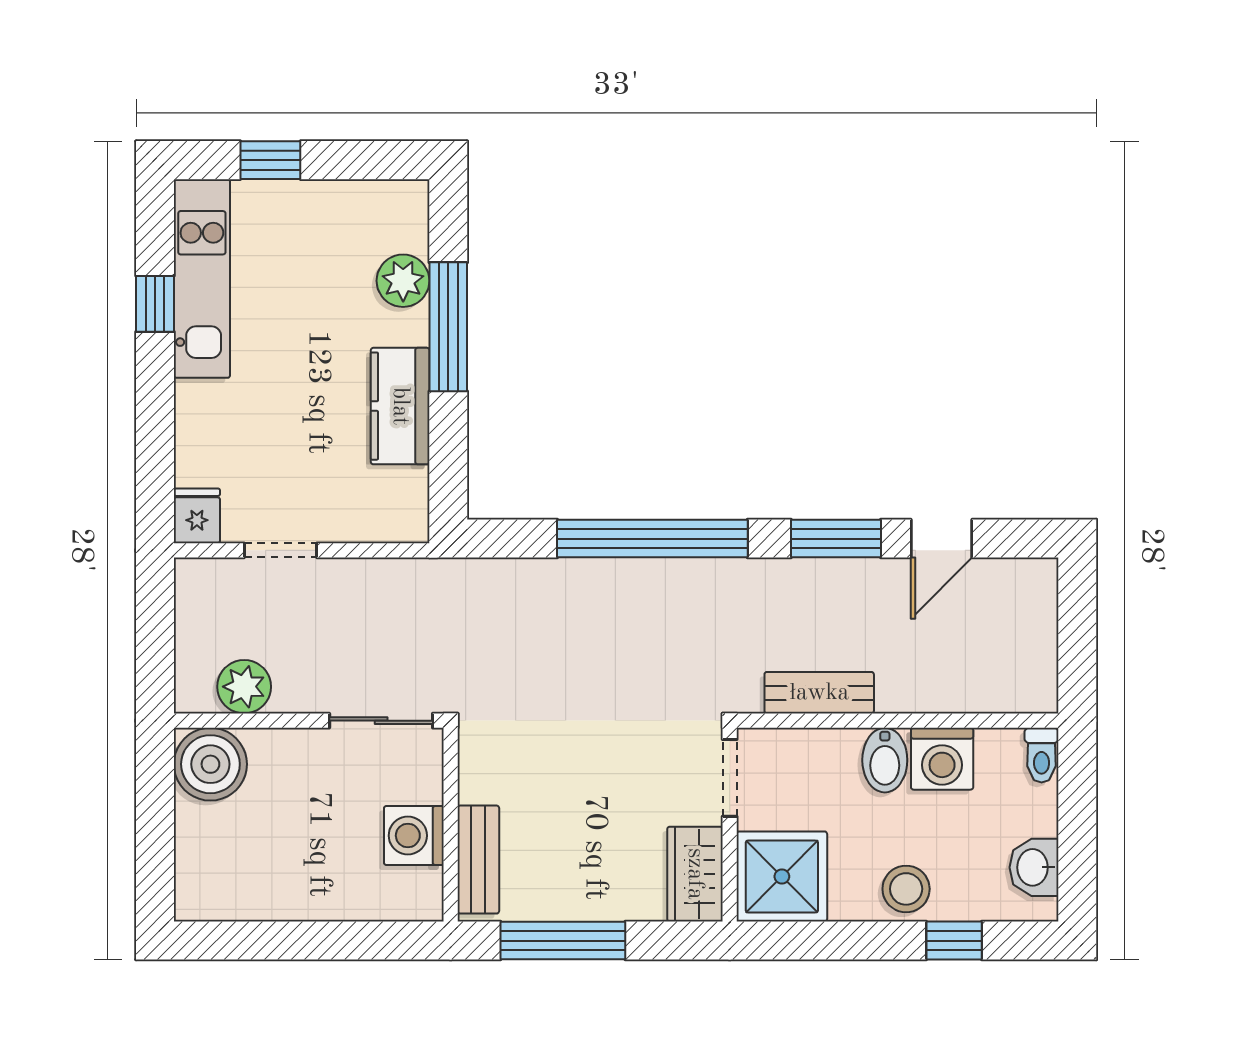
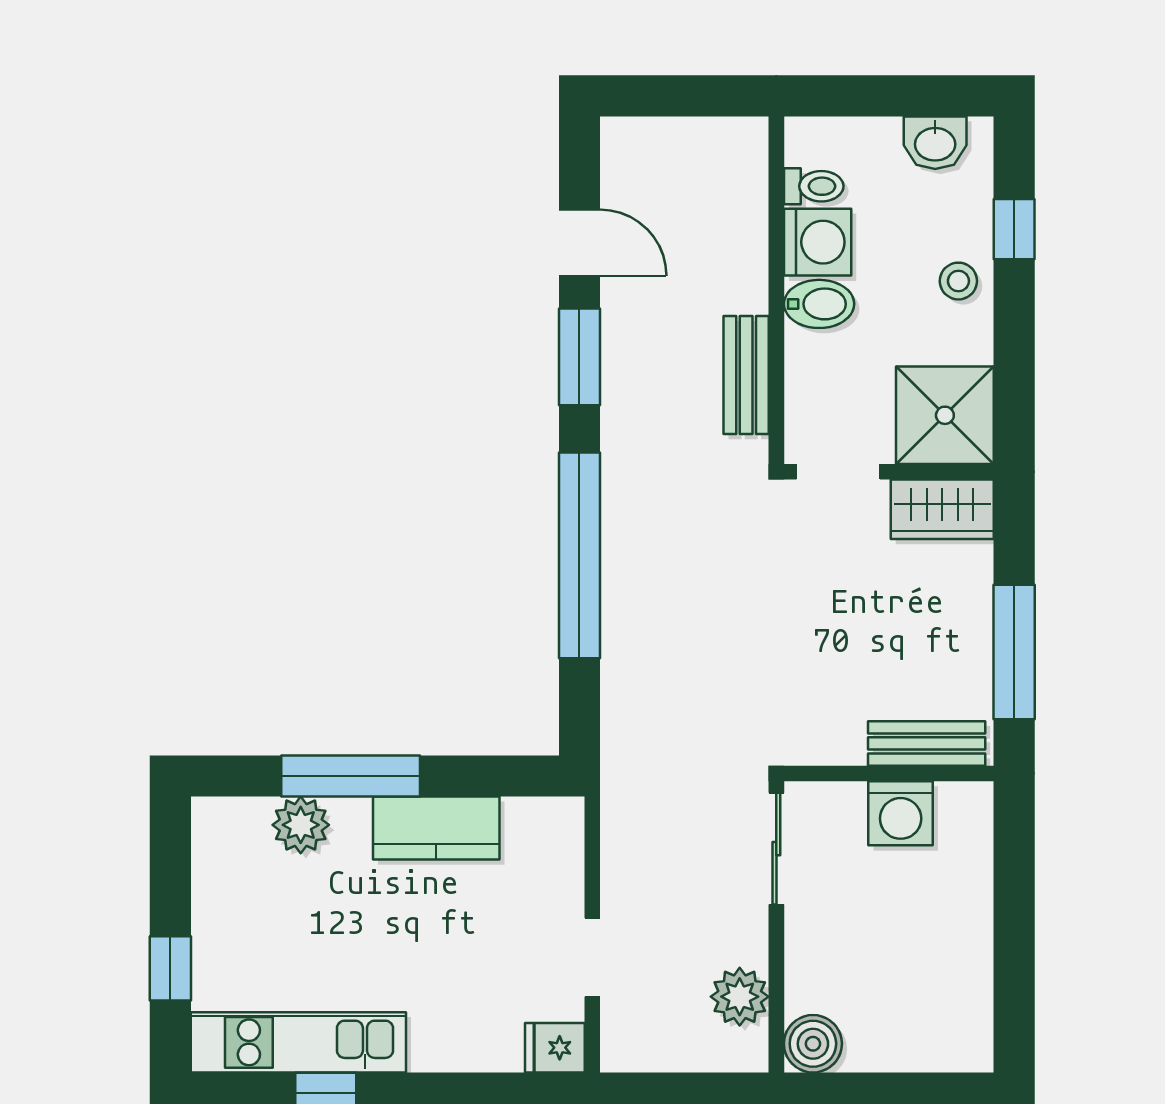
toilet: (1042, 755) -> (814, 186), moved
boiler: (210, 764) -> (813, 1044), width x0.73, depth x0.73
stool: (906, 889) -> (958, 281), width x0.73, depth x0.73

